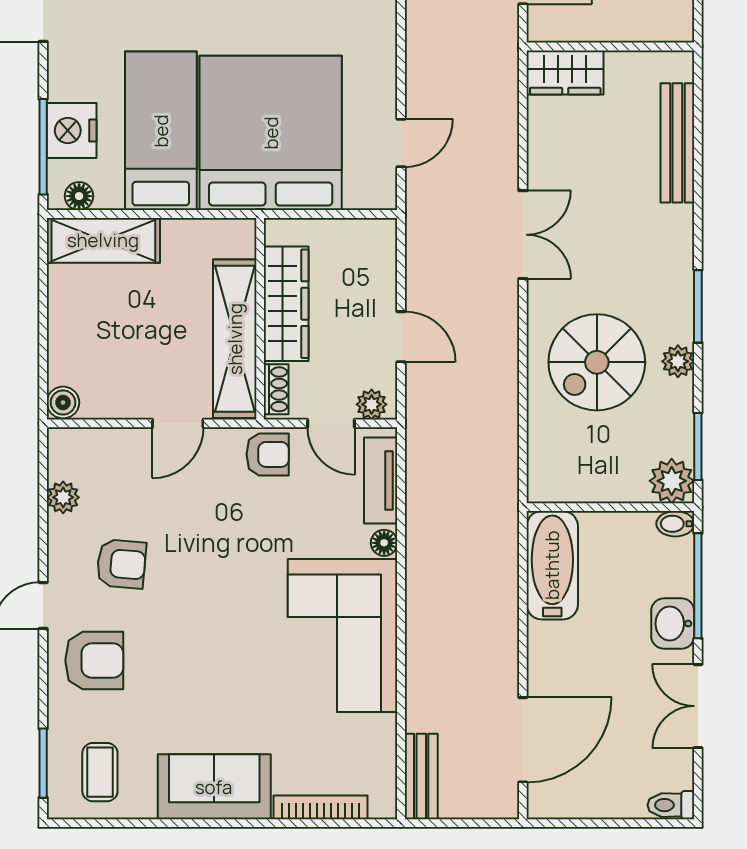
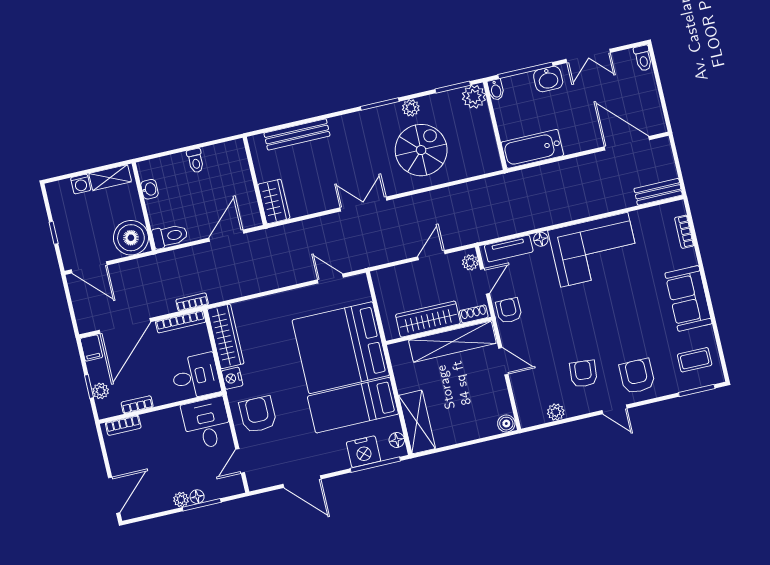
spiral stairs: (597, 362) -> (421, 150), turned -90
bookcase: (321, 807) -> (684, 232), width x0.64

